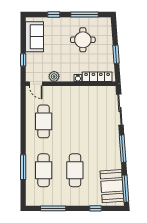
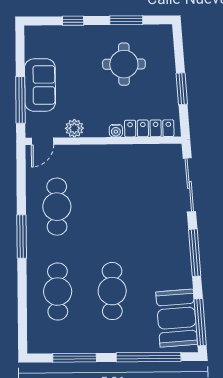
window: (84, 15) -> (126, 20), width x0.69
sofa: (35, 37) -> (40, 85), moved
window: (23, 60) -> (20, 100), width x2.17
door: (36, 84) -> (42, 141), hinge flipped
window: (23, 167) -> (22, 237), moved
window: (96, 208) -> (149, 357), width x3.17

